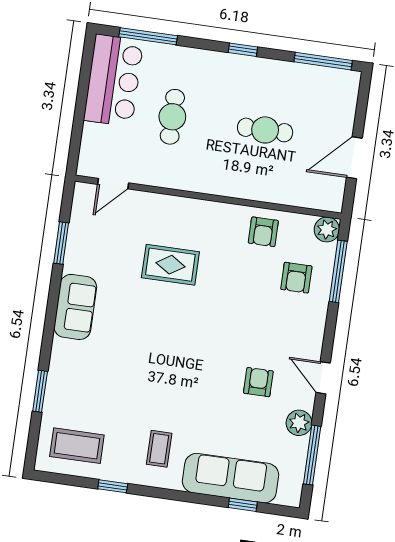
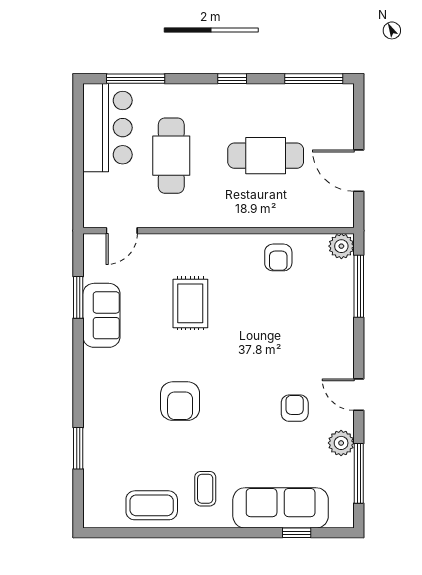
cafe table: (172, 117) -> (171, 156), width x1.37, depth x1.35
cafe table: (265, 130) -> (266, 156), width x1.37, depth x1.35
door: (354, 158) -> (359, 171), hinge flipped
rug: (170, 265) -> (190, 303), turned 90
armchair: (296, 278) -> (180, 401), moved, width x1.38, depth x1.38
sofa: (75, 307) -> (101, 315), moved
coffee table: (77, 446) -> (152, 505), moved
window: (113, 486) -> (164, 533), removed

